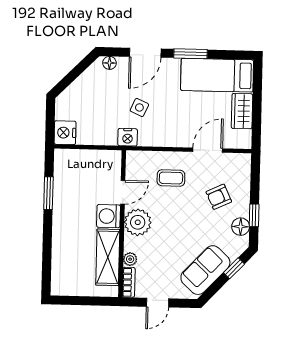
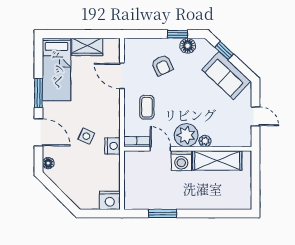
plant: (130, 259) -> (205, 141), moved
bookcase: (129, 282) -> (137, 142), moved

